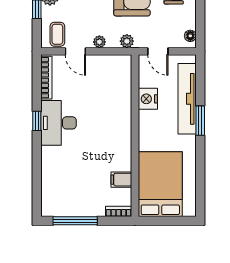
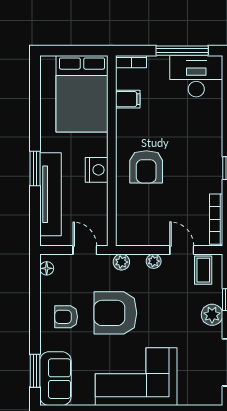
nightstand: (148, 99) -> (97, 170), moved
armchair: (106, 122) -> (146, 167), added
desk: (58, 123) -> (196, 76), moved, turned -90

